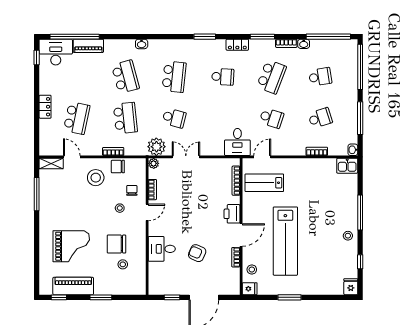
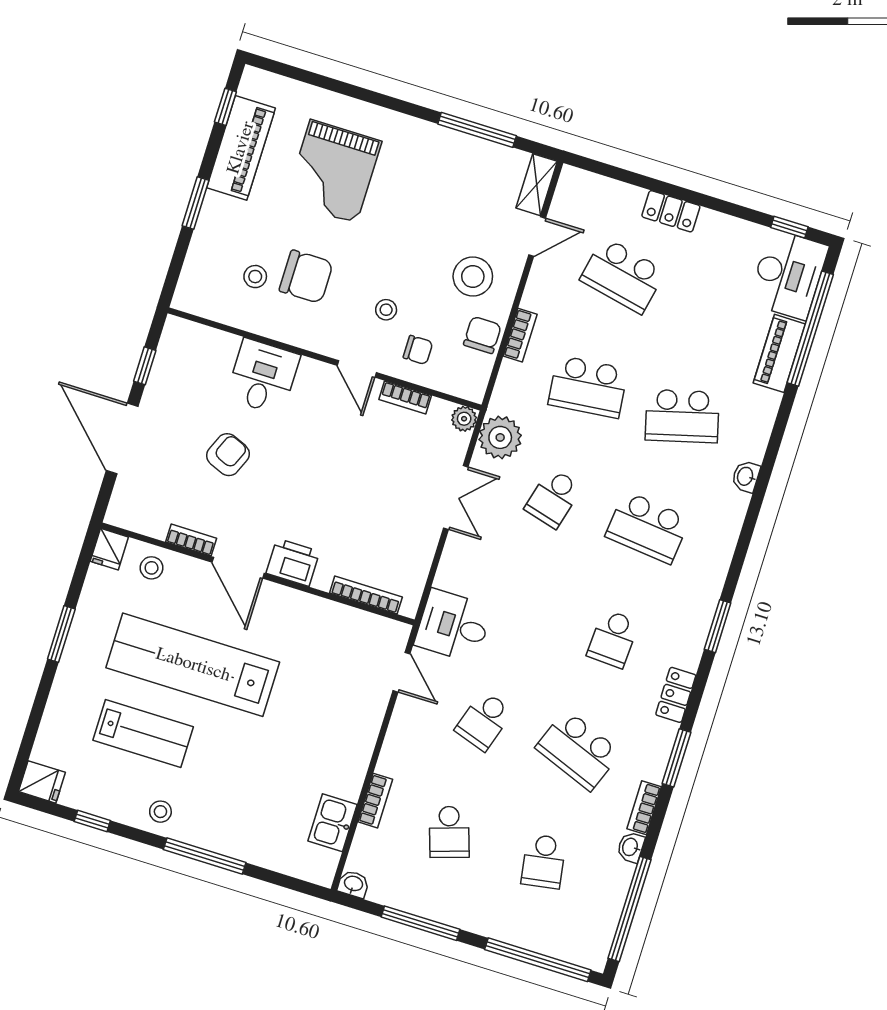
kitchen sink: (347, 166) -> (332, 823), moved
lab bench: (264, 183) -> (143, 734), moved, turned 90
chair: (116, 244) -> (306, 277), turned 90

